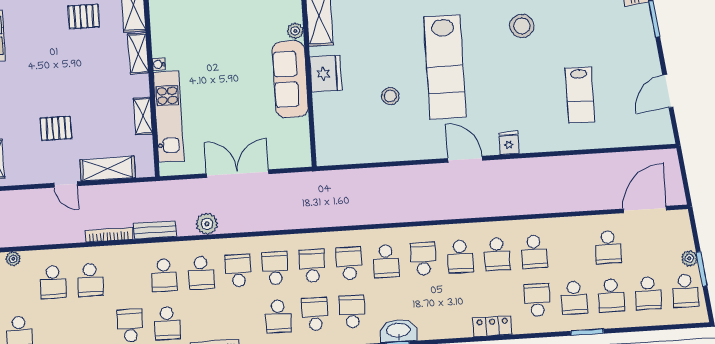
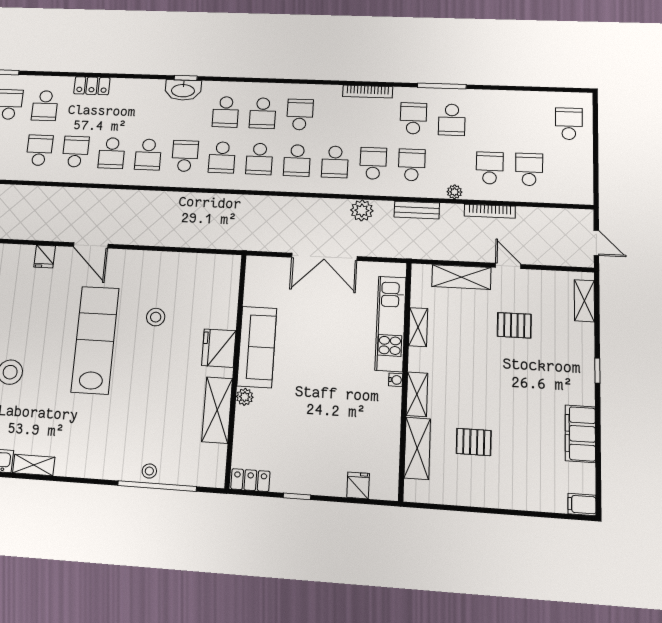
bookcase: (109, 235) -> (490, 211), moved
school desk: (460, 256) -> (112, 153), turned 180
plant: (13, 259) -> (454, 192), moved

